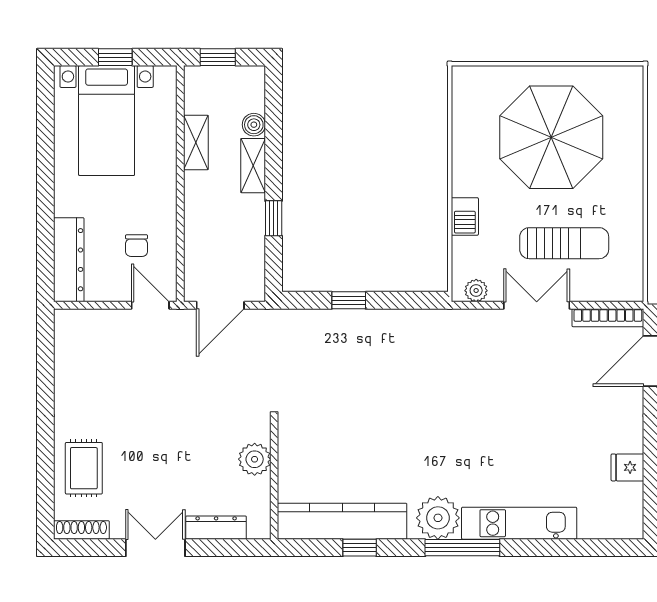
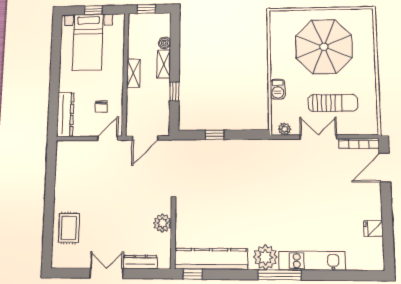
shelving: (196, 142) -> (133, 73), moved
door: (150, 305) -> (108, 138), hinge flipped
shoe rack: (81, 530) -> (66, 263), removed
window: (360, 548) -> (193, 274), moved

